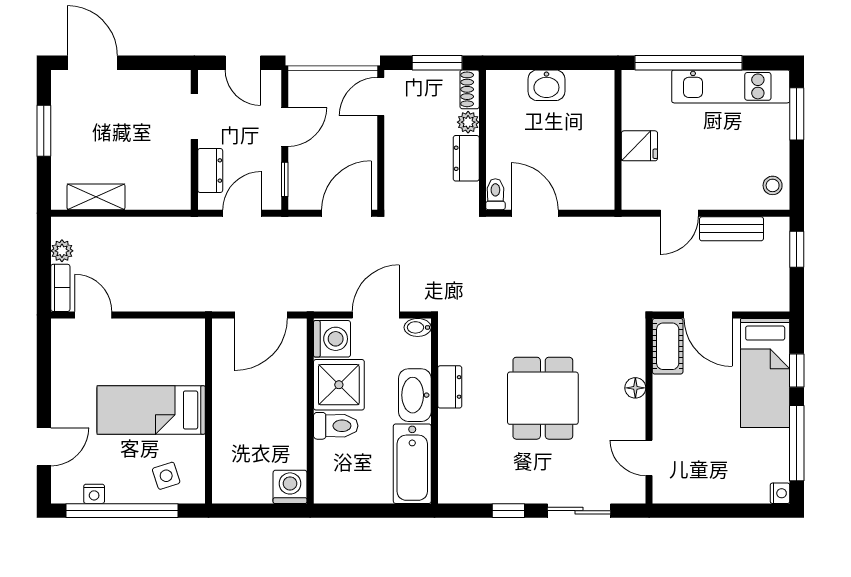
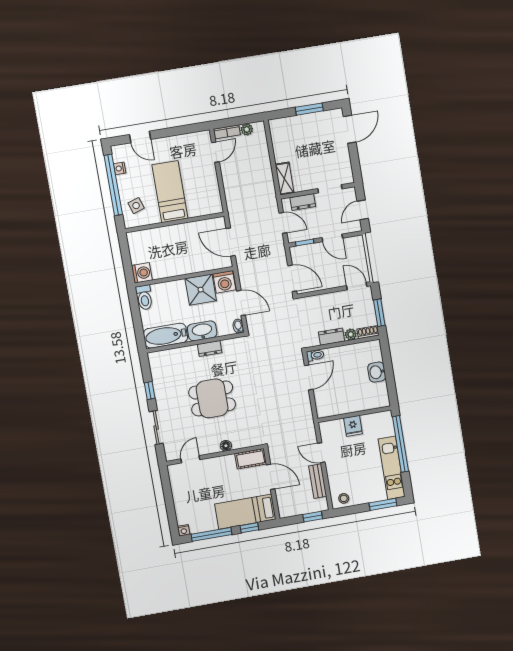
shelving: (96, 197) -> (284, 179), moved
door: (708, 315) -> (271, 477), swing flipped
toilet: (336, 426) -> (144, 297), moved

